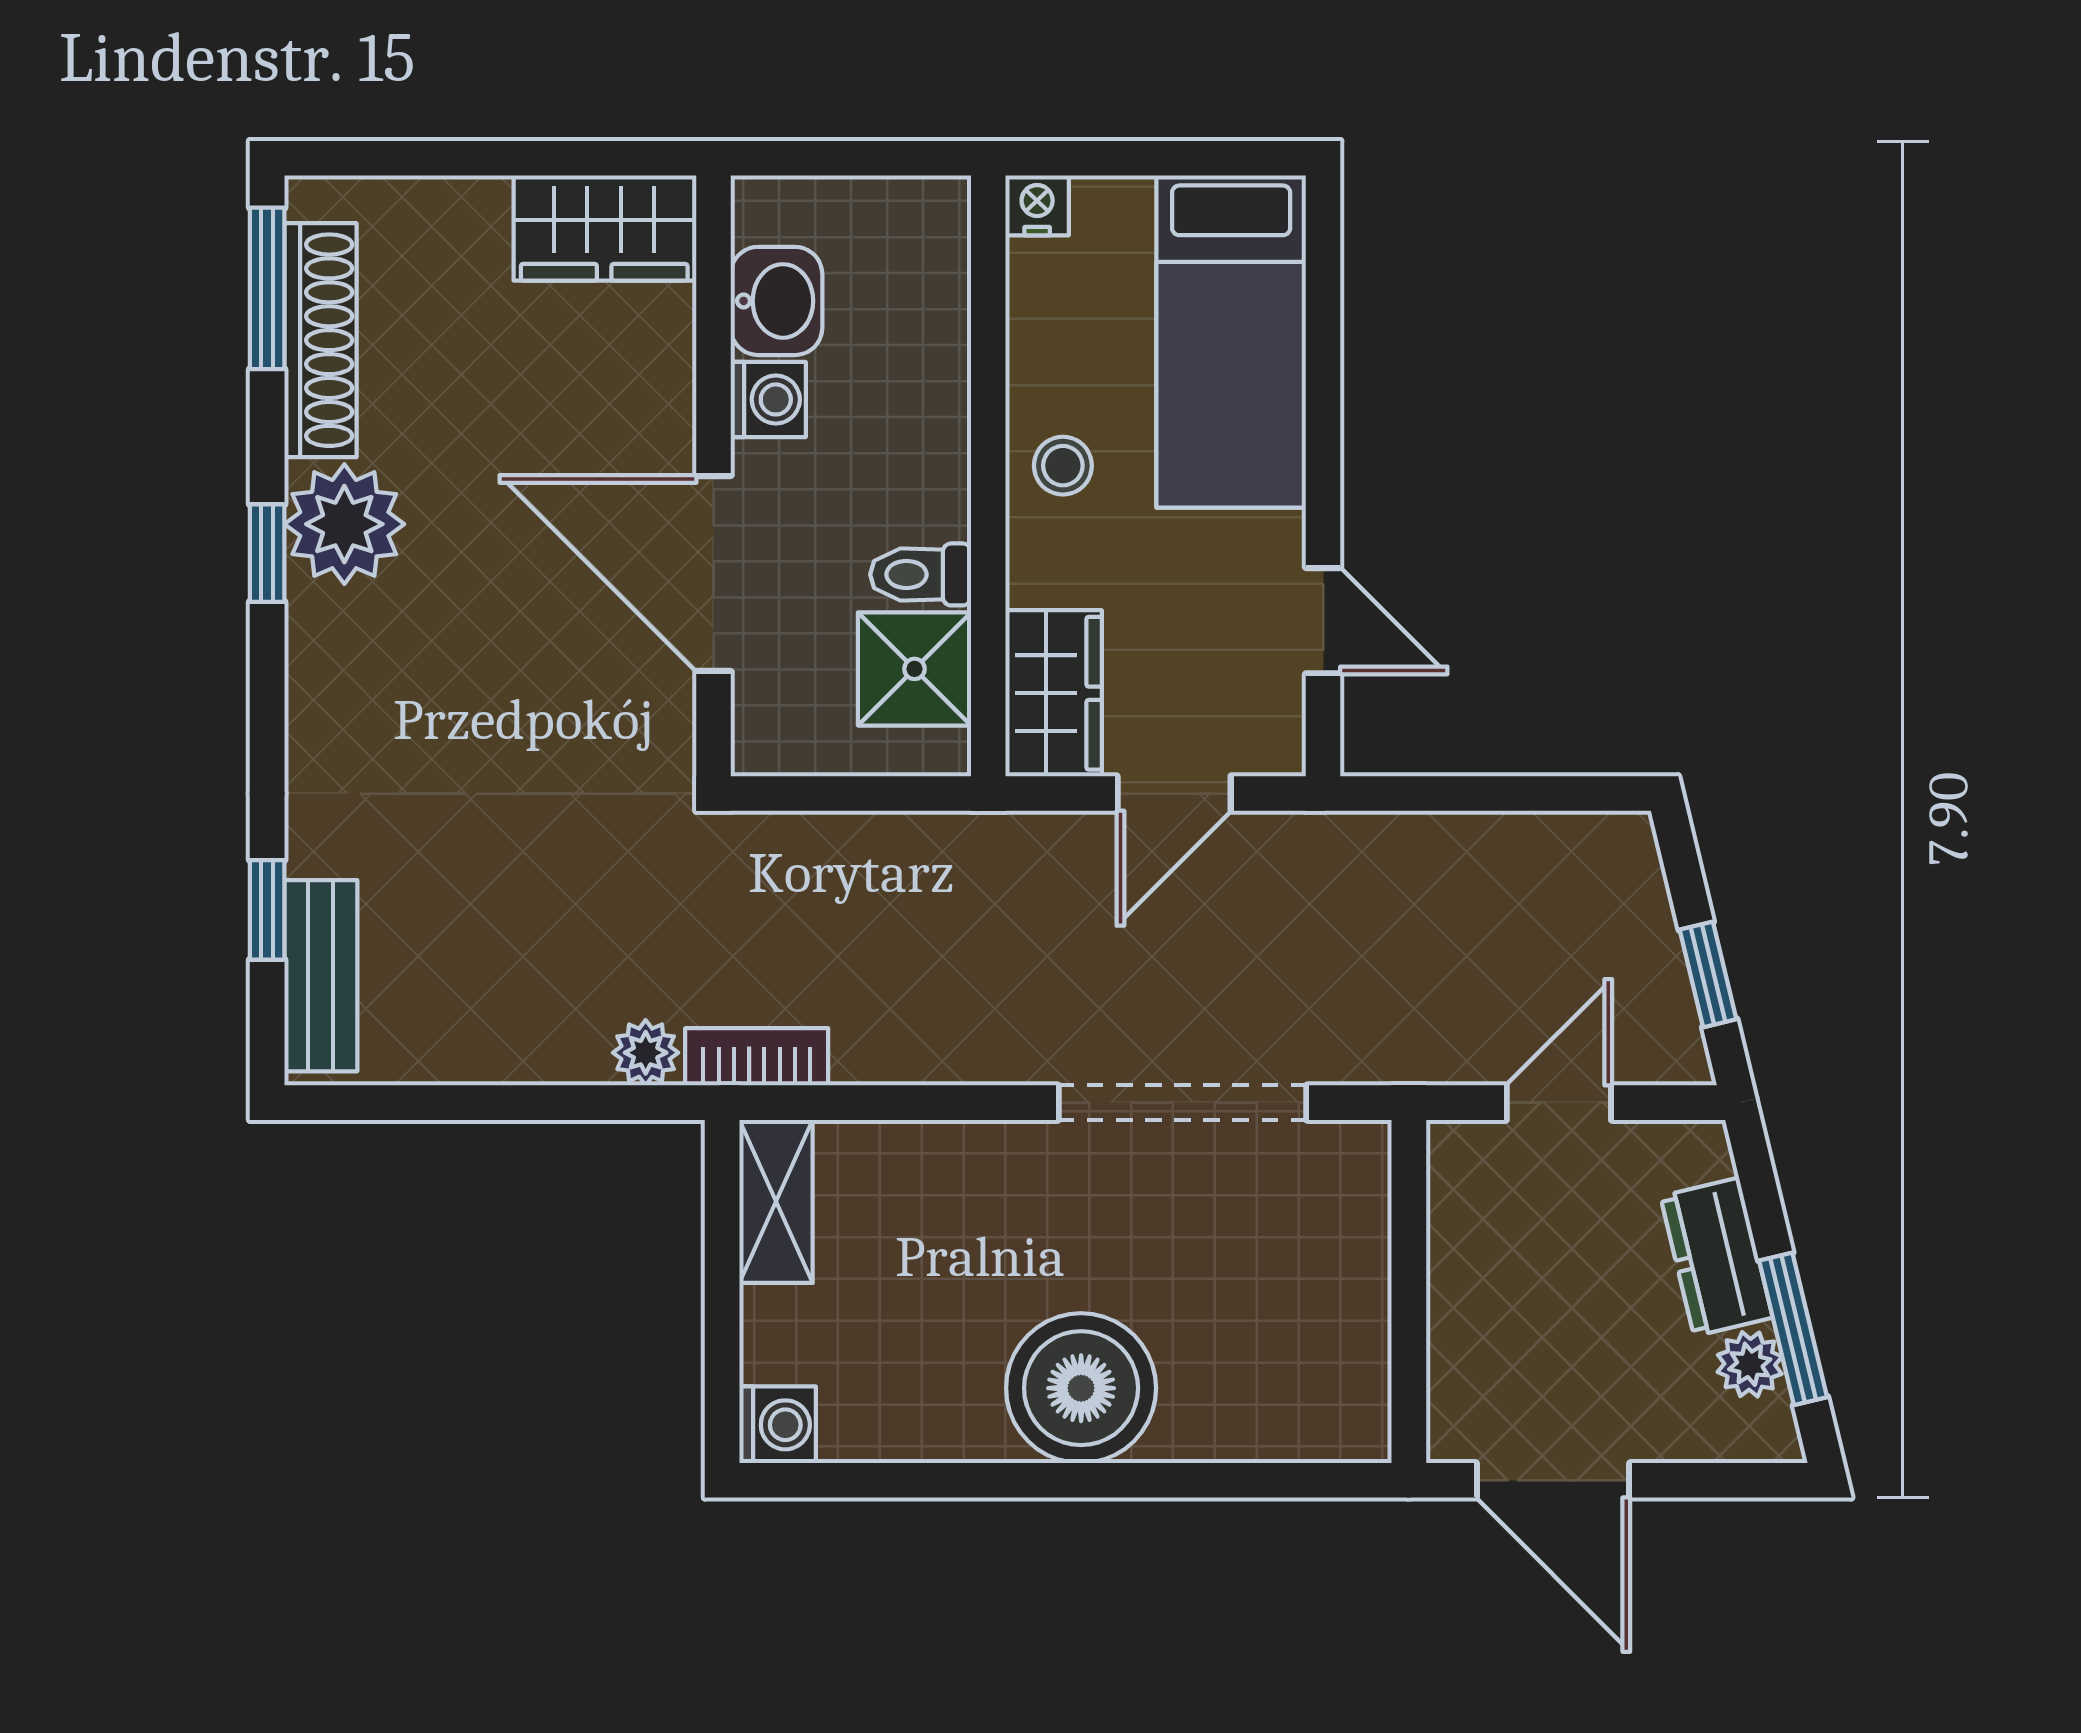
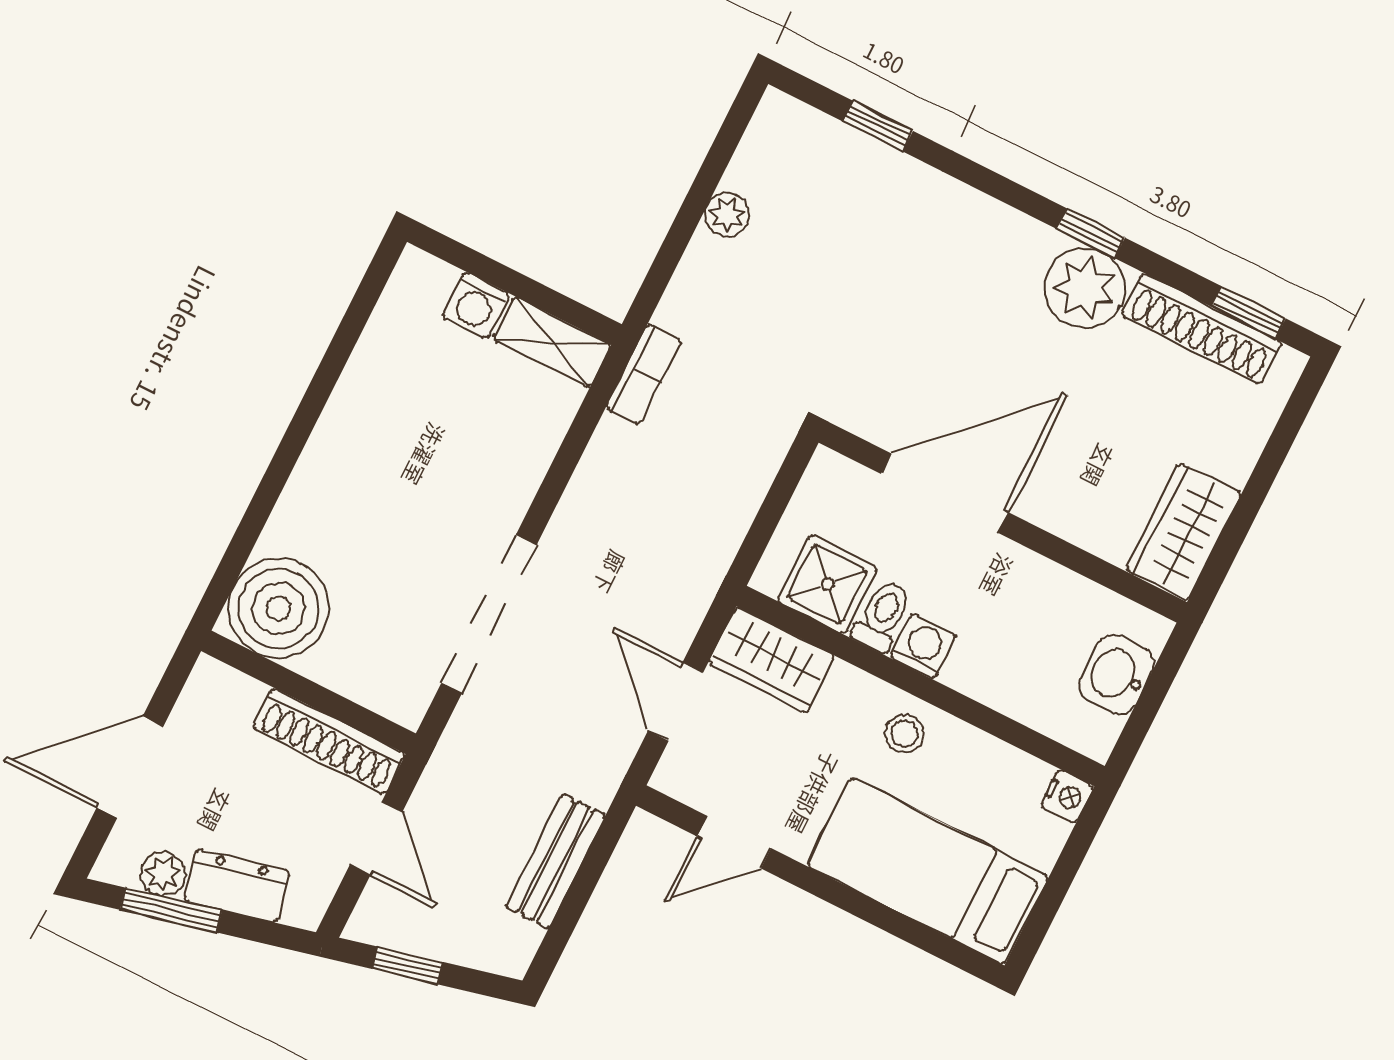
window: (267, 288) -> (1248, 313), width x0.67
washbasin: (777, 301) -> (1116, 675), moved, turned 90
washing machine: (768, 399) -> (923, 647), moved, turned 180
bench: (321, 976) -> (555, 861), moved, turned 90
plant: (646, 1053) -> (727, 215), moved
shoe rack: (1461, 1231) -> (329, 741), added
boiler: (1081, 1388) -> (279, 608), moved
washing machine: (778, 1425) -> (476, 305), moved
door: (1553, 1480) -> (130, 767), moved

